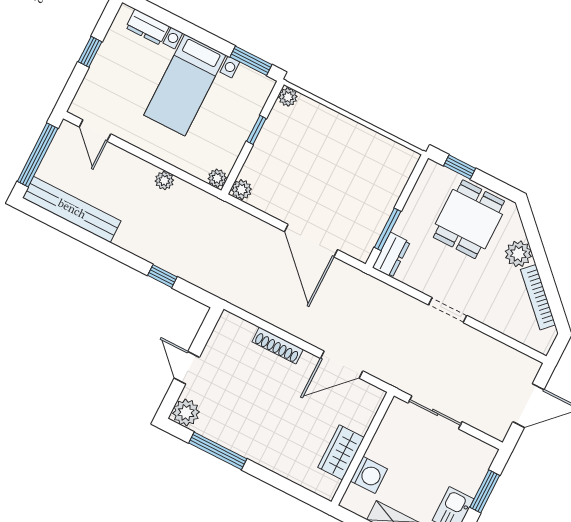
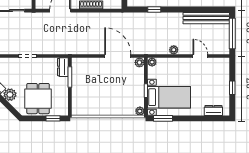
bed with nightstands: (185, 85) -> (169, 97), moved, turned 90
door: (95, 130) -> (200, 56), moved
door: (311, 241) -> (118, 56), moved

